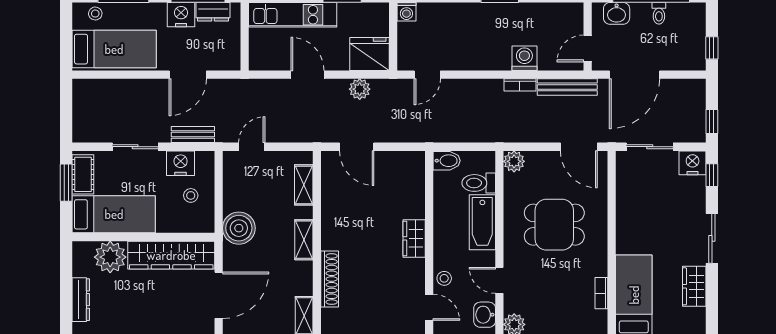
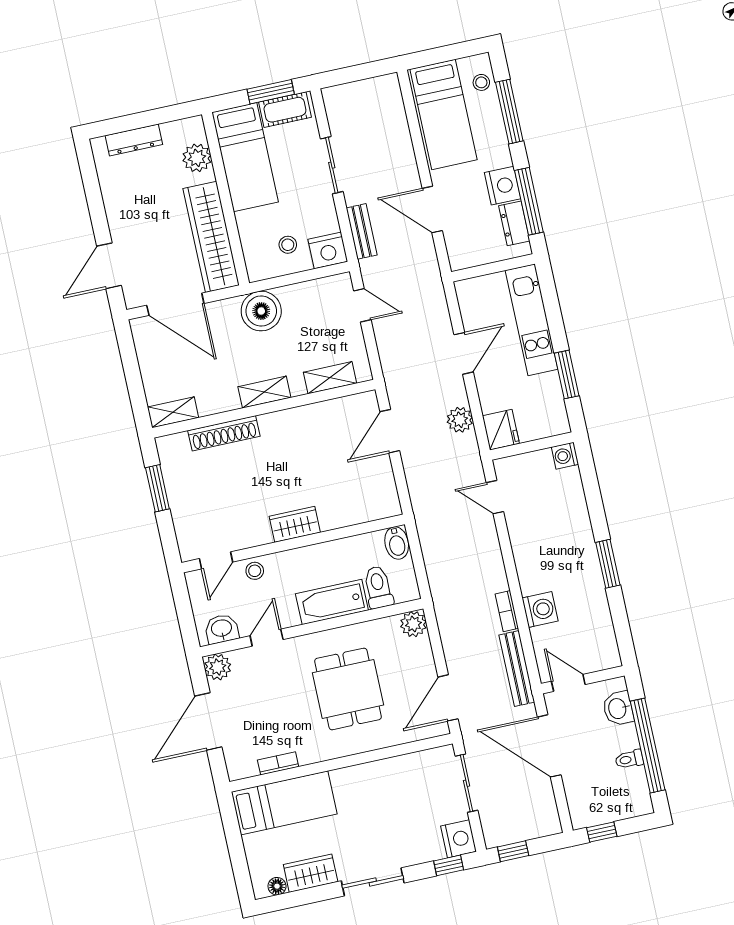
fridge: (370, 54) -> (501, 430), width x0.73, depth x0.75
nightstand: (181, 163) -> (328, 250), moved, turned 90
plant: (110, 257) -> (197, 158), width x0.73, depth x0.73
floor lamp: (699, 315) -> (277, 886), added

